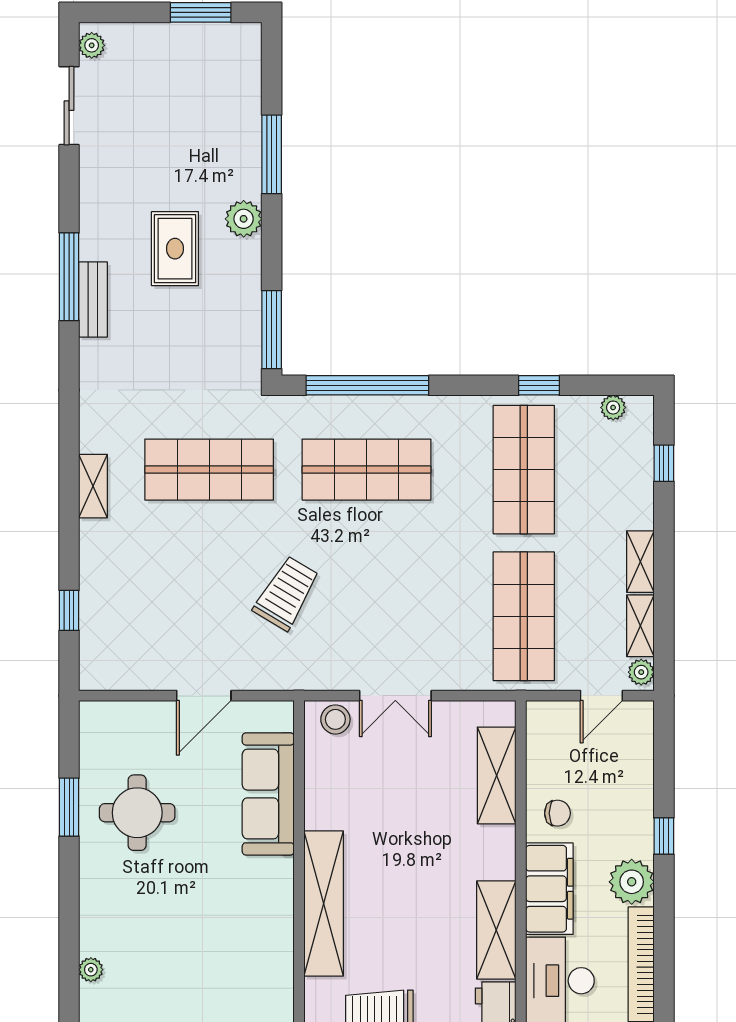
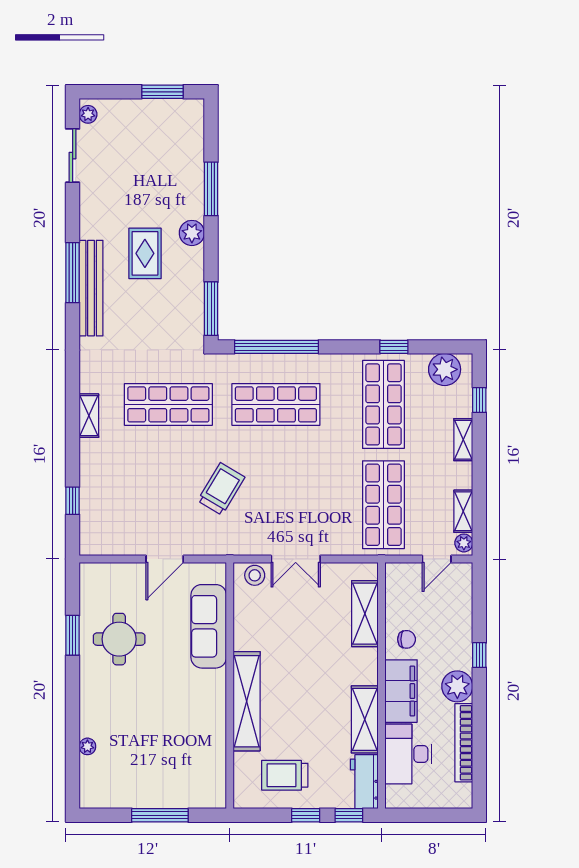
bench: (93, 300) -> (91, 288), width x1.86, depth x1.21
plant: (613, 408) -> (445, 369), width x1.88, depth x1.88
shelving: (640, 562) -> (463, 440), moved

